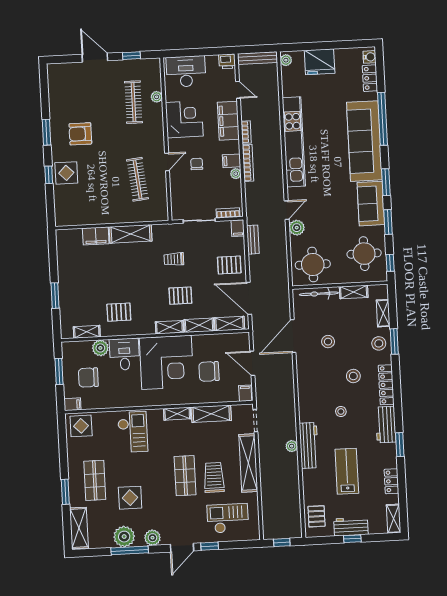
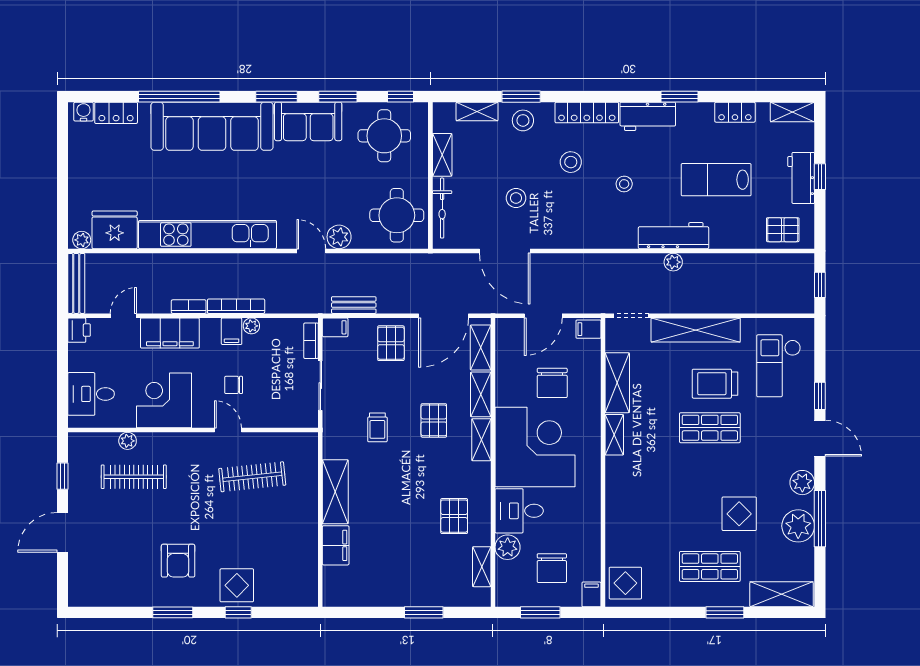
fridge: (320, 62) -> (115, 230), moved, turned -90
desk: (186, 71) -> (91, 394), width x0.73
checkout: (133, 432) -> (639, 504), removed

